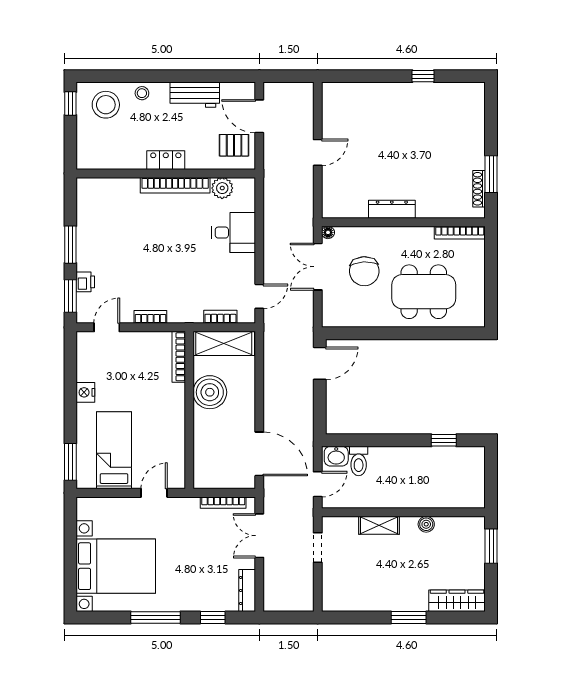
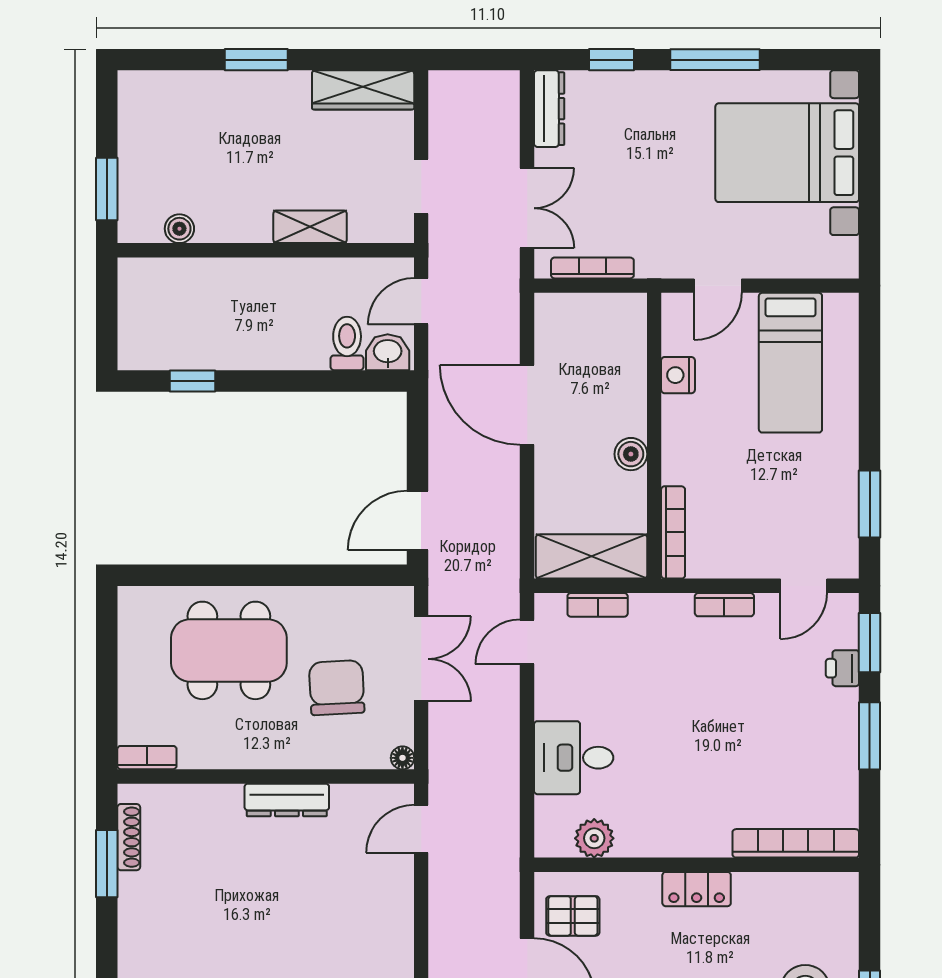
door: (318, 152) -> (421, 829), moved
bookcase: (175, 185) -> (796, 843), moved
bookcase: (460, 233) -> (147, 758), width x0.64
double door: (318, 267) -> (421, 659), moved
nightstand: (85, 392) -> (678, 375), moved, turned 180
boiler: (210, 392) -> (631, 454), width x0.54, depth x0.54
door: (259, 454) -> (527, 405), moved
window: (70, 462) -> (870, 504), moved
boiler: (426, 524) -> (179, 229), moved
wardrobe: (457, 601) -> (363, 90), moved

